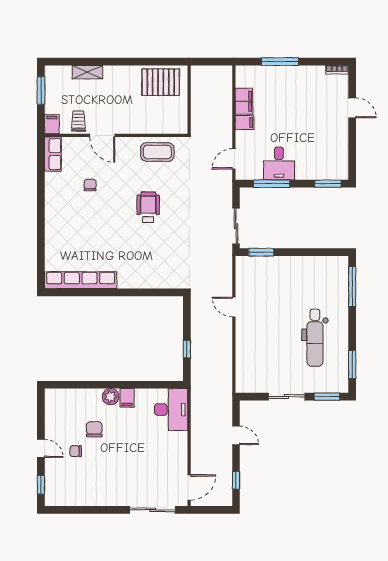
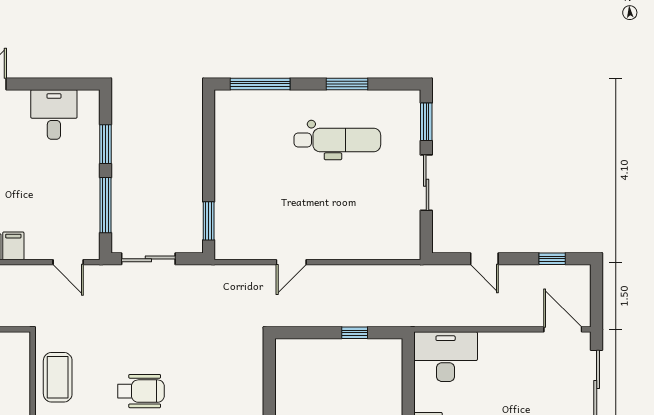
desk: (279, 163) -> (54, 114), moved, turned -90
window: (328, 184) -> (105, 144), moved
wheelchair: (148, 207) -> (141, 391), turned 180
sliding door: (236, 226) -> (148, 259), moved
window: (352, 365) -> (347, 84), moved
door: (236, 435) -> (484, 259), swing flipped

